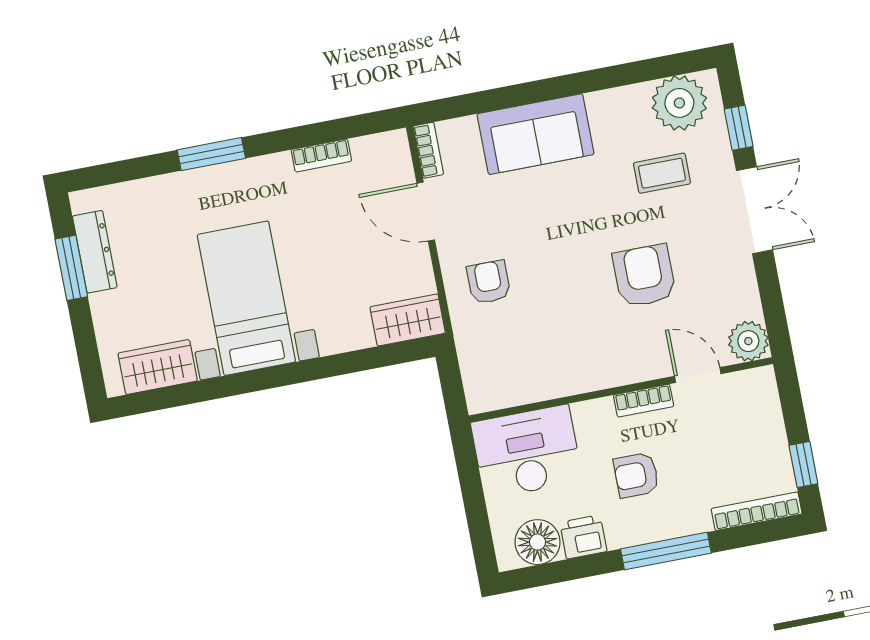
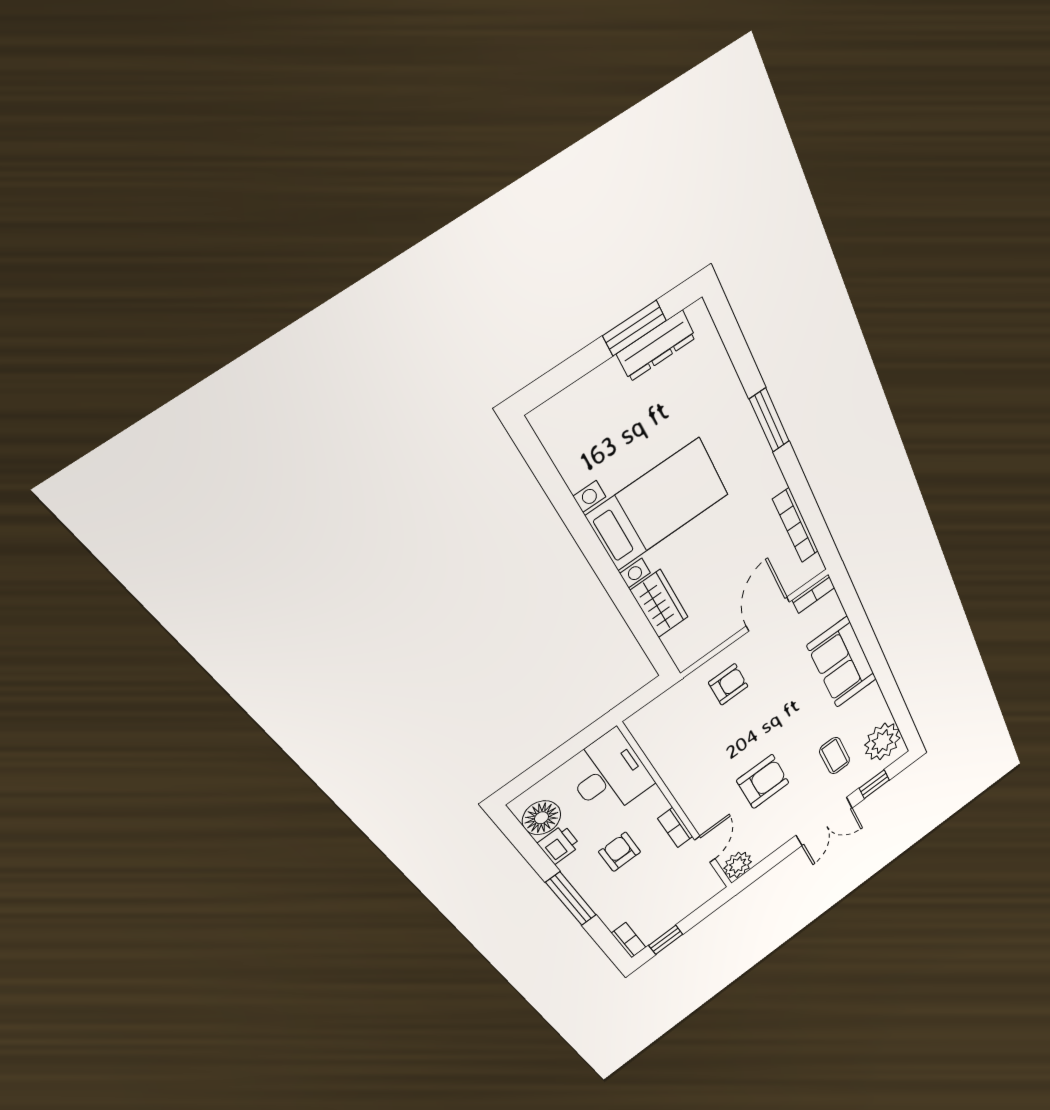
bookcase: (321, 155) -> (796, 525), width x1.56
wardrobe: (408, 320) -> (659, 604), moved
wardrobe: (158, 367) -> (571, 452), removed
bookcase: (757, 511) -> (629, 940), width x0.64

